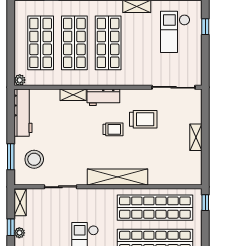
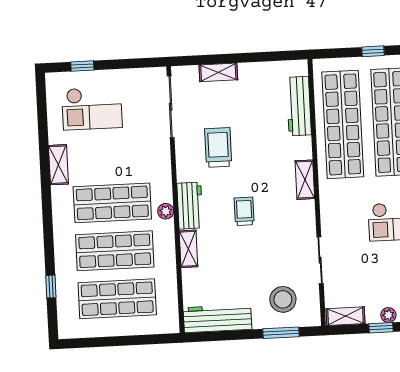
plant: (20, 80) -> (166, 211), moved
trolley: (113, 129) -> (244, 211), moved
shelving: (196, 137) -> (218, 72), moved
shelving: (117, 177) -> (305, 180), width x0.45, depth x0.75
workbench: (169, 177) -> (299, 106), added
window: (205, 203) -> (373, 51), moved

